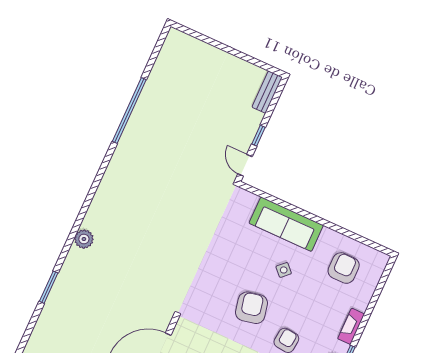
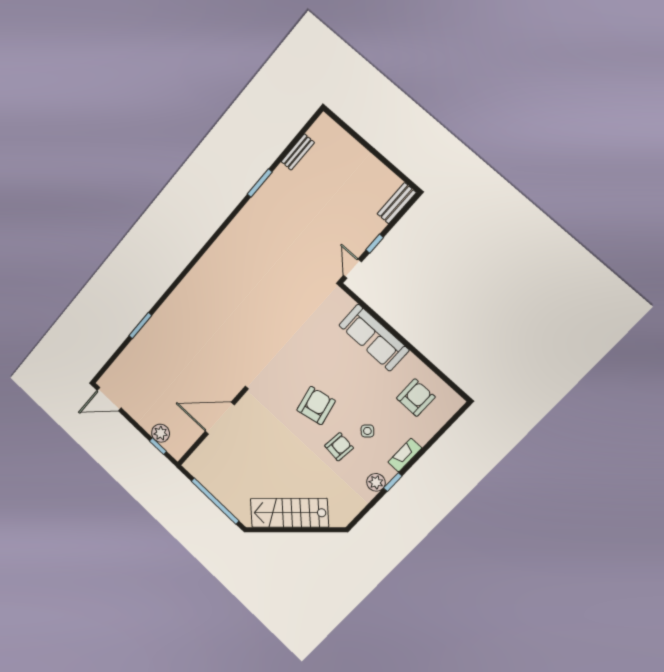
bench: (158, 71) -> (298, 152), added
window: (129, 111) -> (260, 183), width x0.47
plant: (84, 239) -> (184, 292), removed
side table: (284, 270) -> (367, 431), moved

